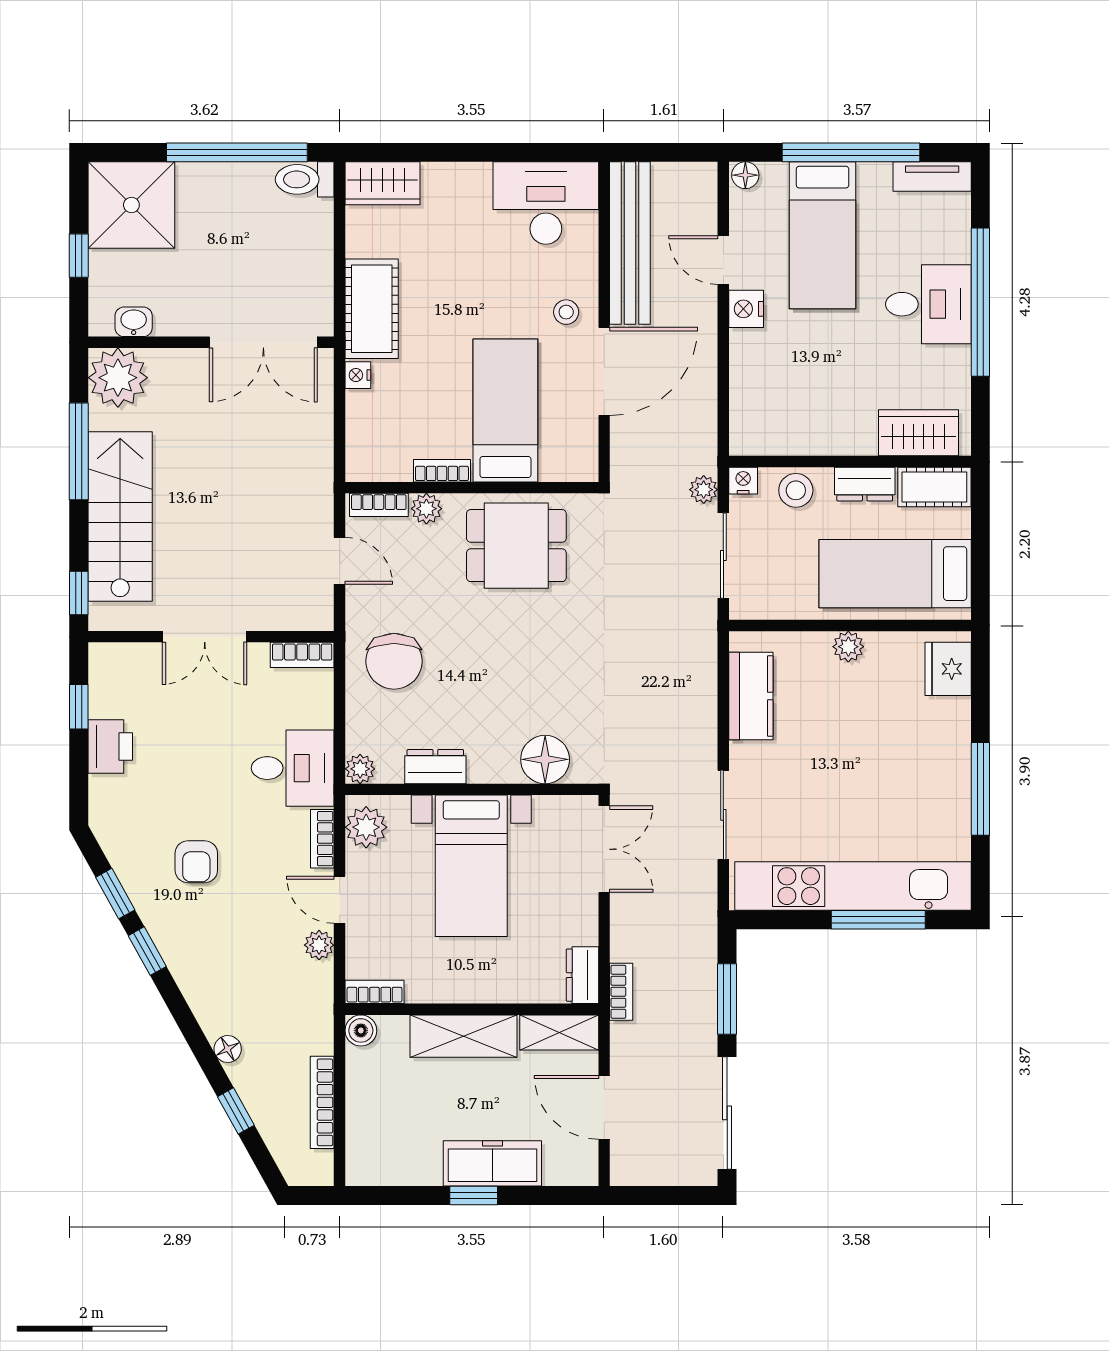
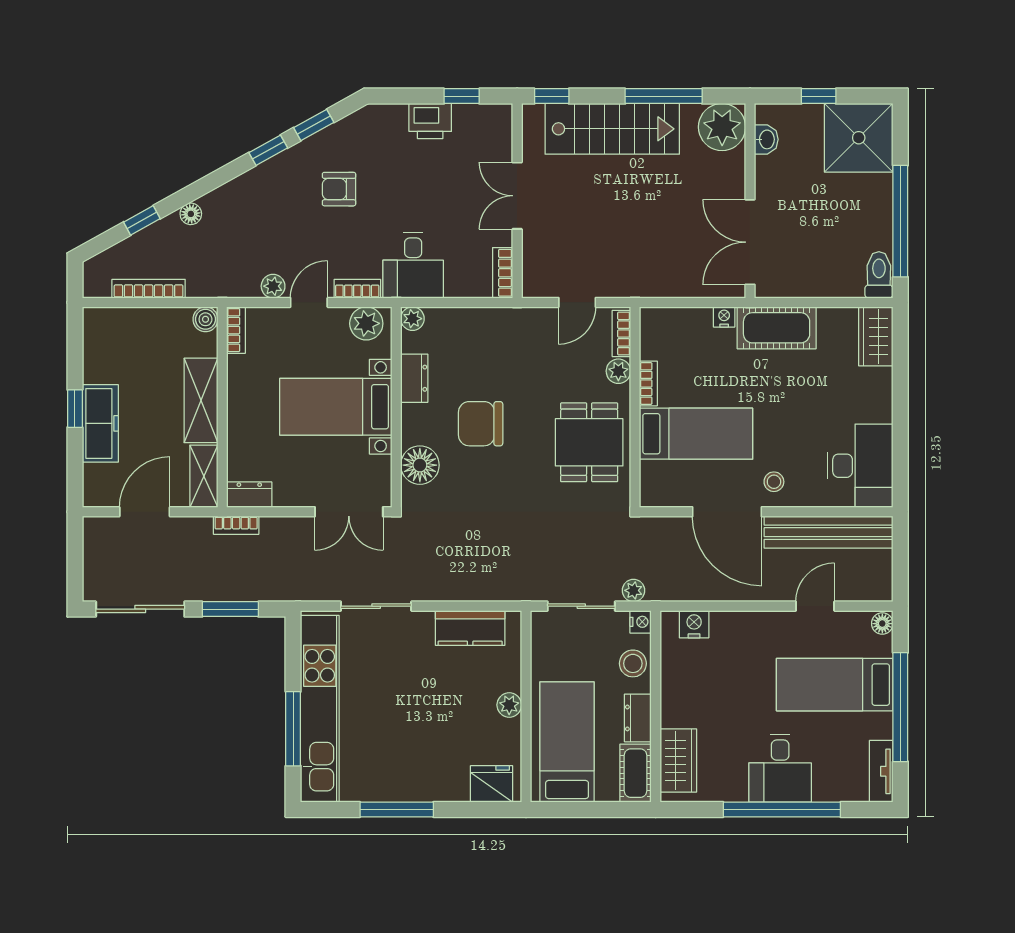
nightstand: (746, 309) -> (694, 624), moved
chair: (394, 661) -> (481, 424), moved

